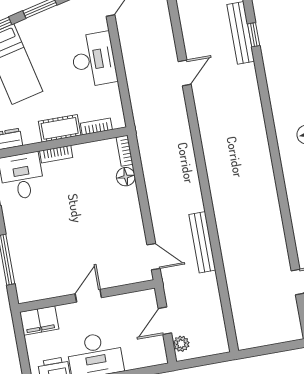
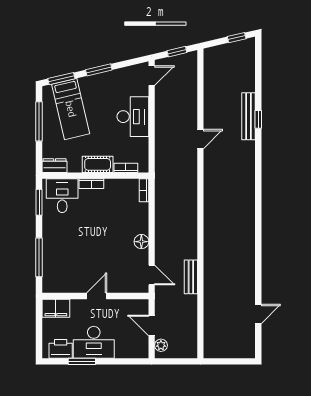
floor lamp: (126, 177) -> (141, 242), moved
bench: (202, 242) -> (191, 277), width x0.73
door: (165, 321) -> (152, 325), hinge flipped

